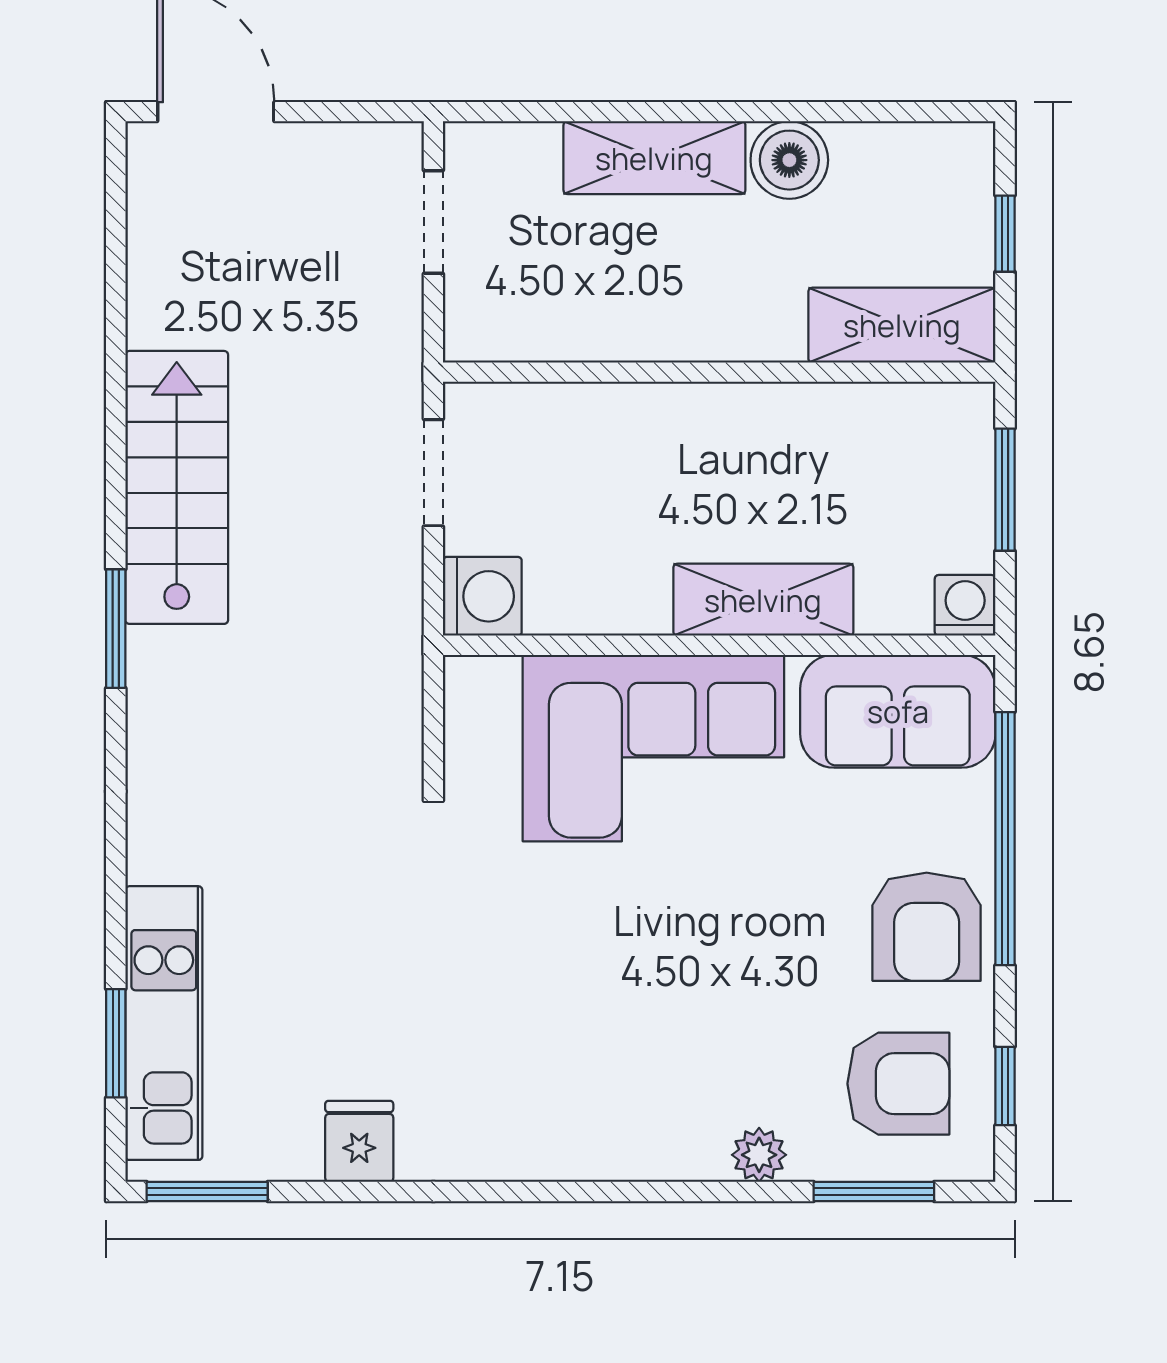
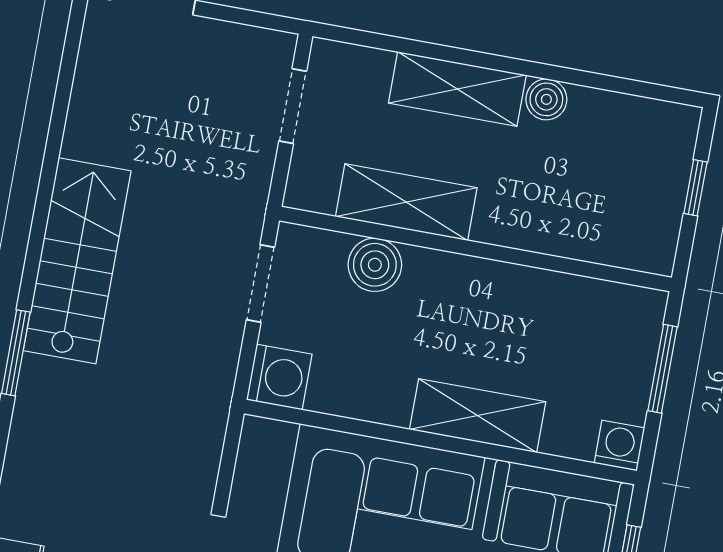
boiler: (789, 160) -> (546, 99), width x0.73, depth x0.73
shelving: (902, 325) -> (406, 202), moved
boiler: (585, 419) -> (375, 265), added

